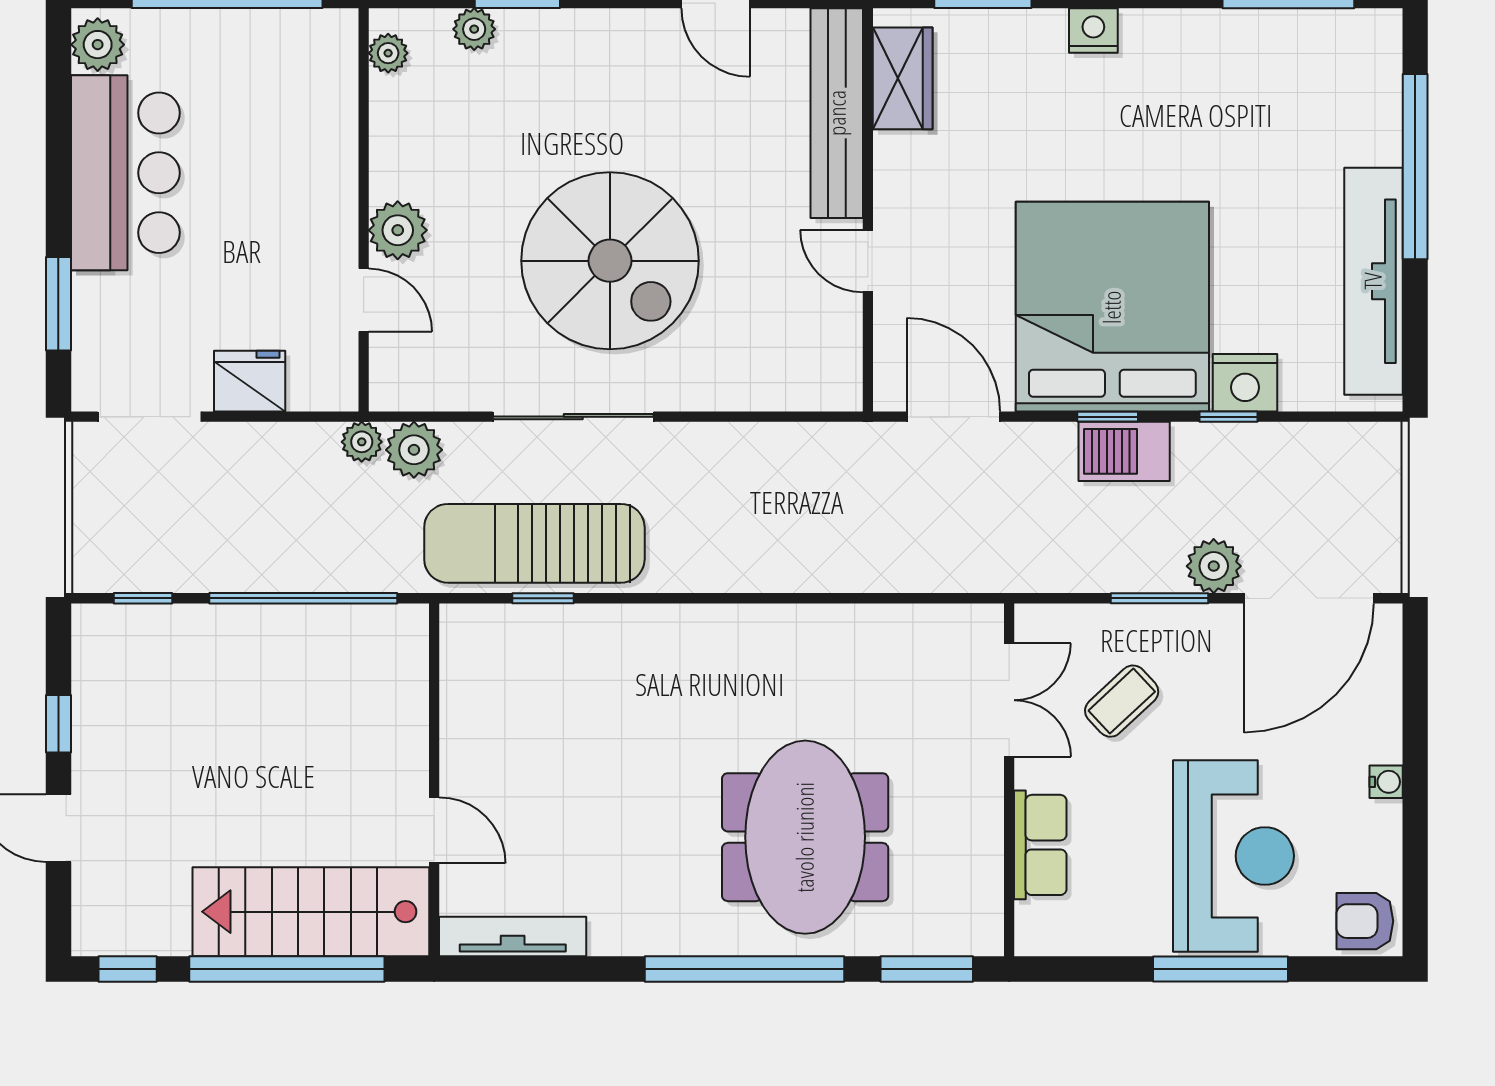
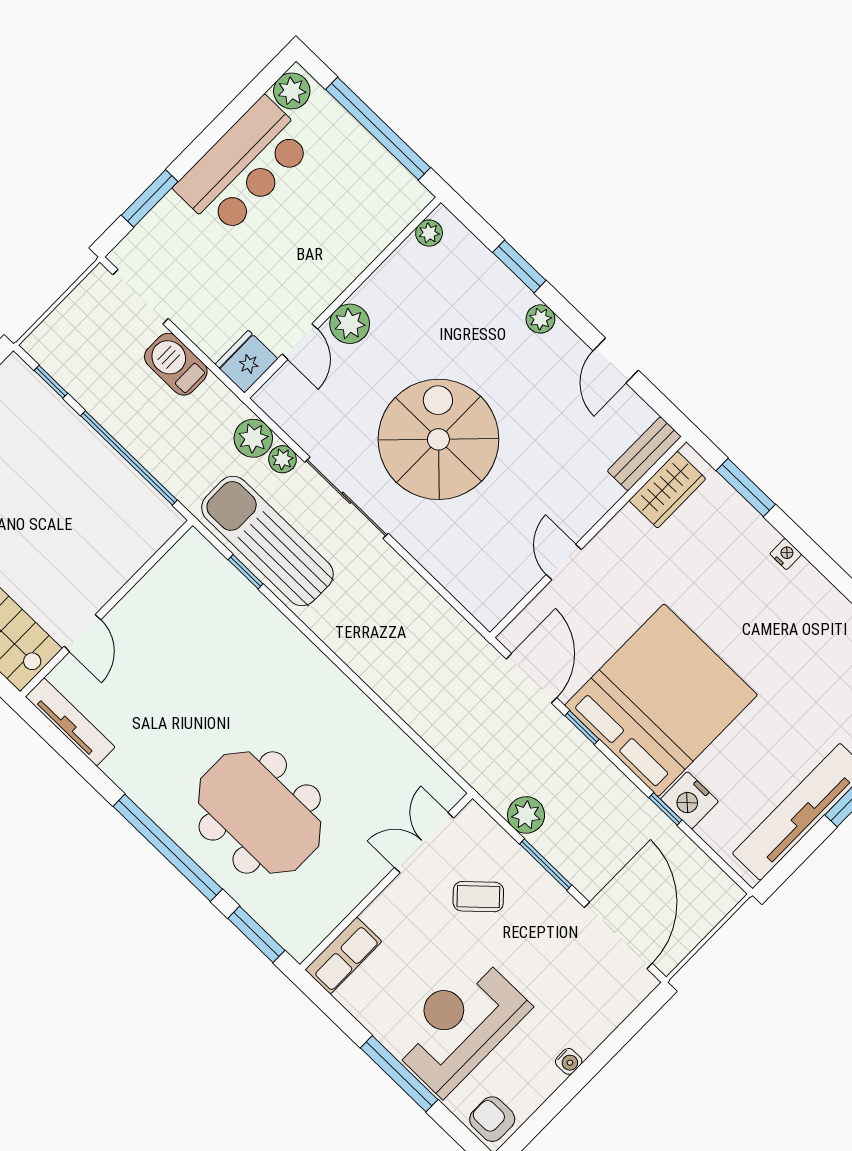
plant: (474, 29) -> (540, 319), moved
nightstand: (1093, 30) -> (786, 554), width x0.72, depth x0.74
bench: (837, 113) -> (644, 454), width x0.54, depth x0.82
spiral stairs: (610, 261) -> (438, 439), turned 180
fridge: (250, 381) -> (246, 362), moved, turned -90
window: (1108, 417) -> (582, 728), moved
plant: (362, 442) -> (282, 459), moved
barbecue: (1124, 451) -> (176, 364), moved
plant: (1214, 566) -> (526, 815), moved
door: (1309, 598) -> (618, 935), swing flipped
double door: (1009, 700) -> (424, 843), swing flipped
meeting table: (805, 837) -> (260, 812), turned 90
row of seats: (1040, 845) -> (343, 956), moved
reception desk: (1233, 856) -> (459, 1025), turned 180

